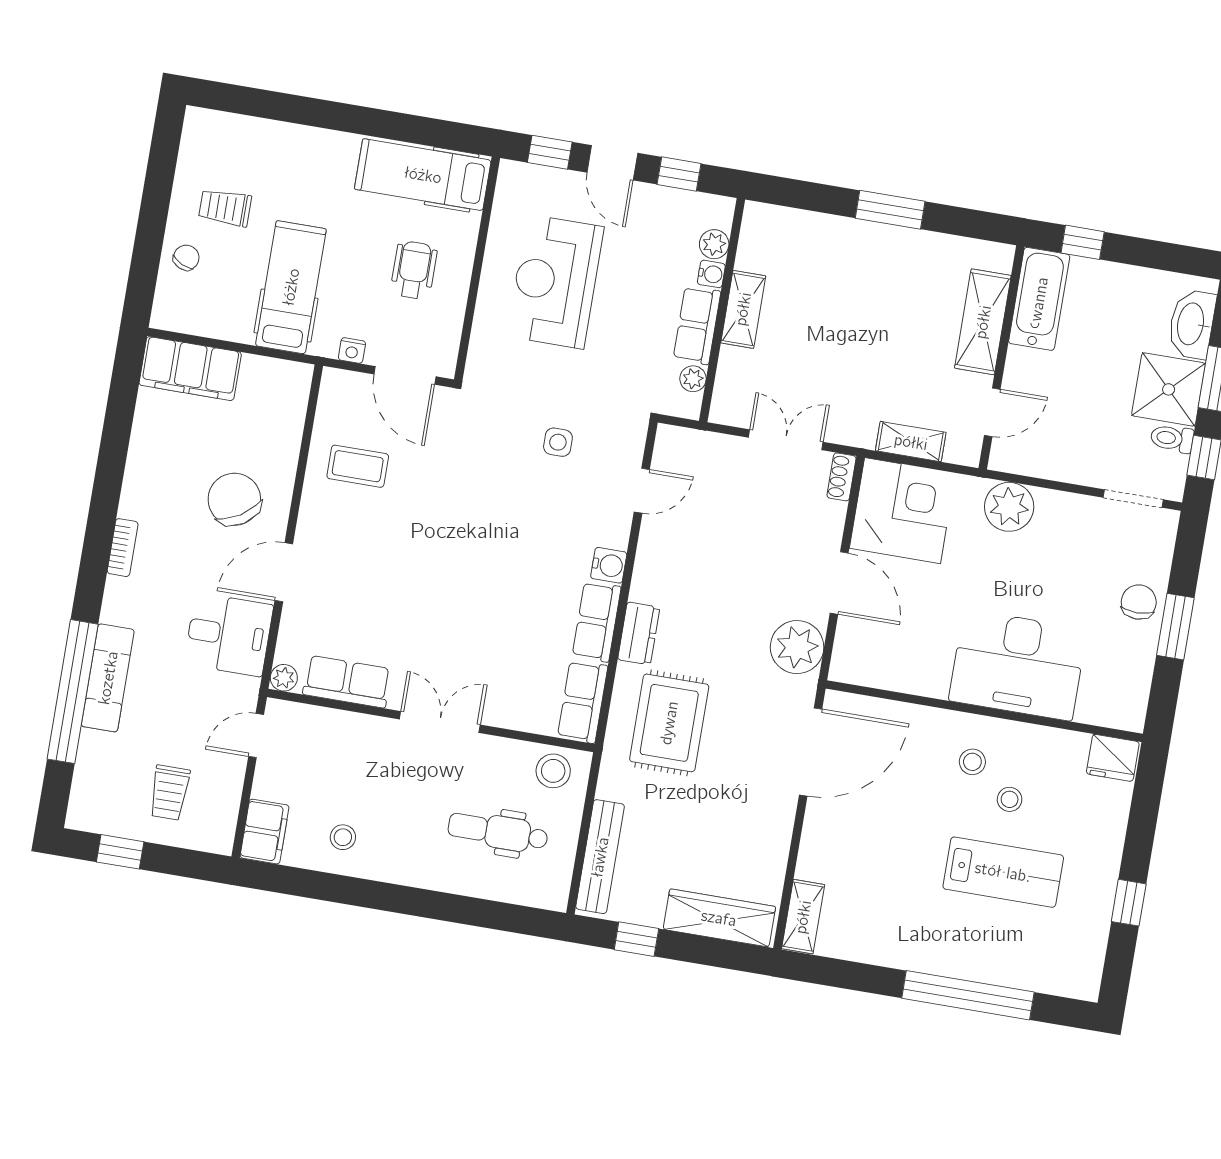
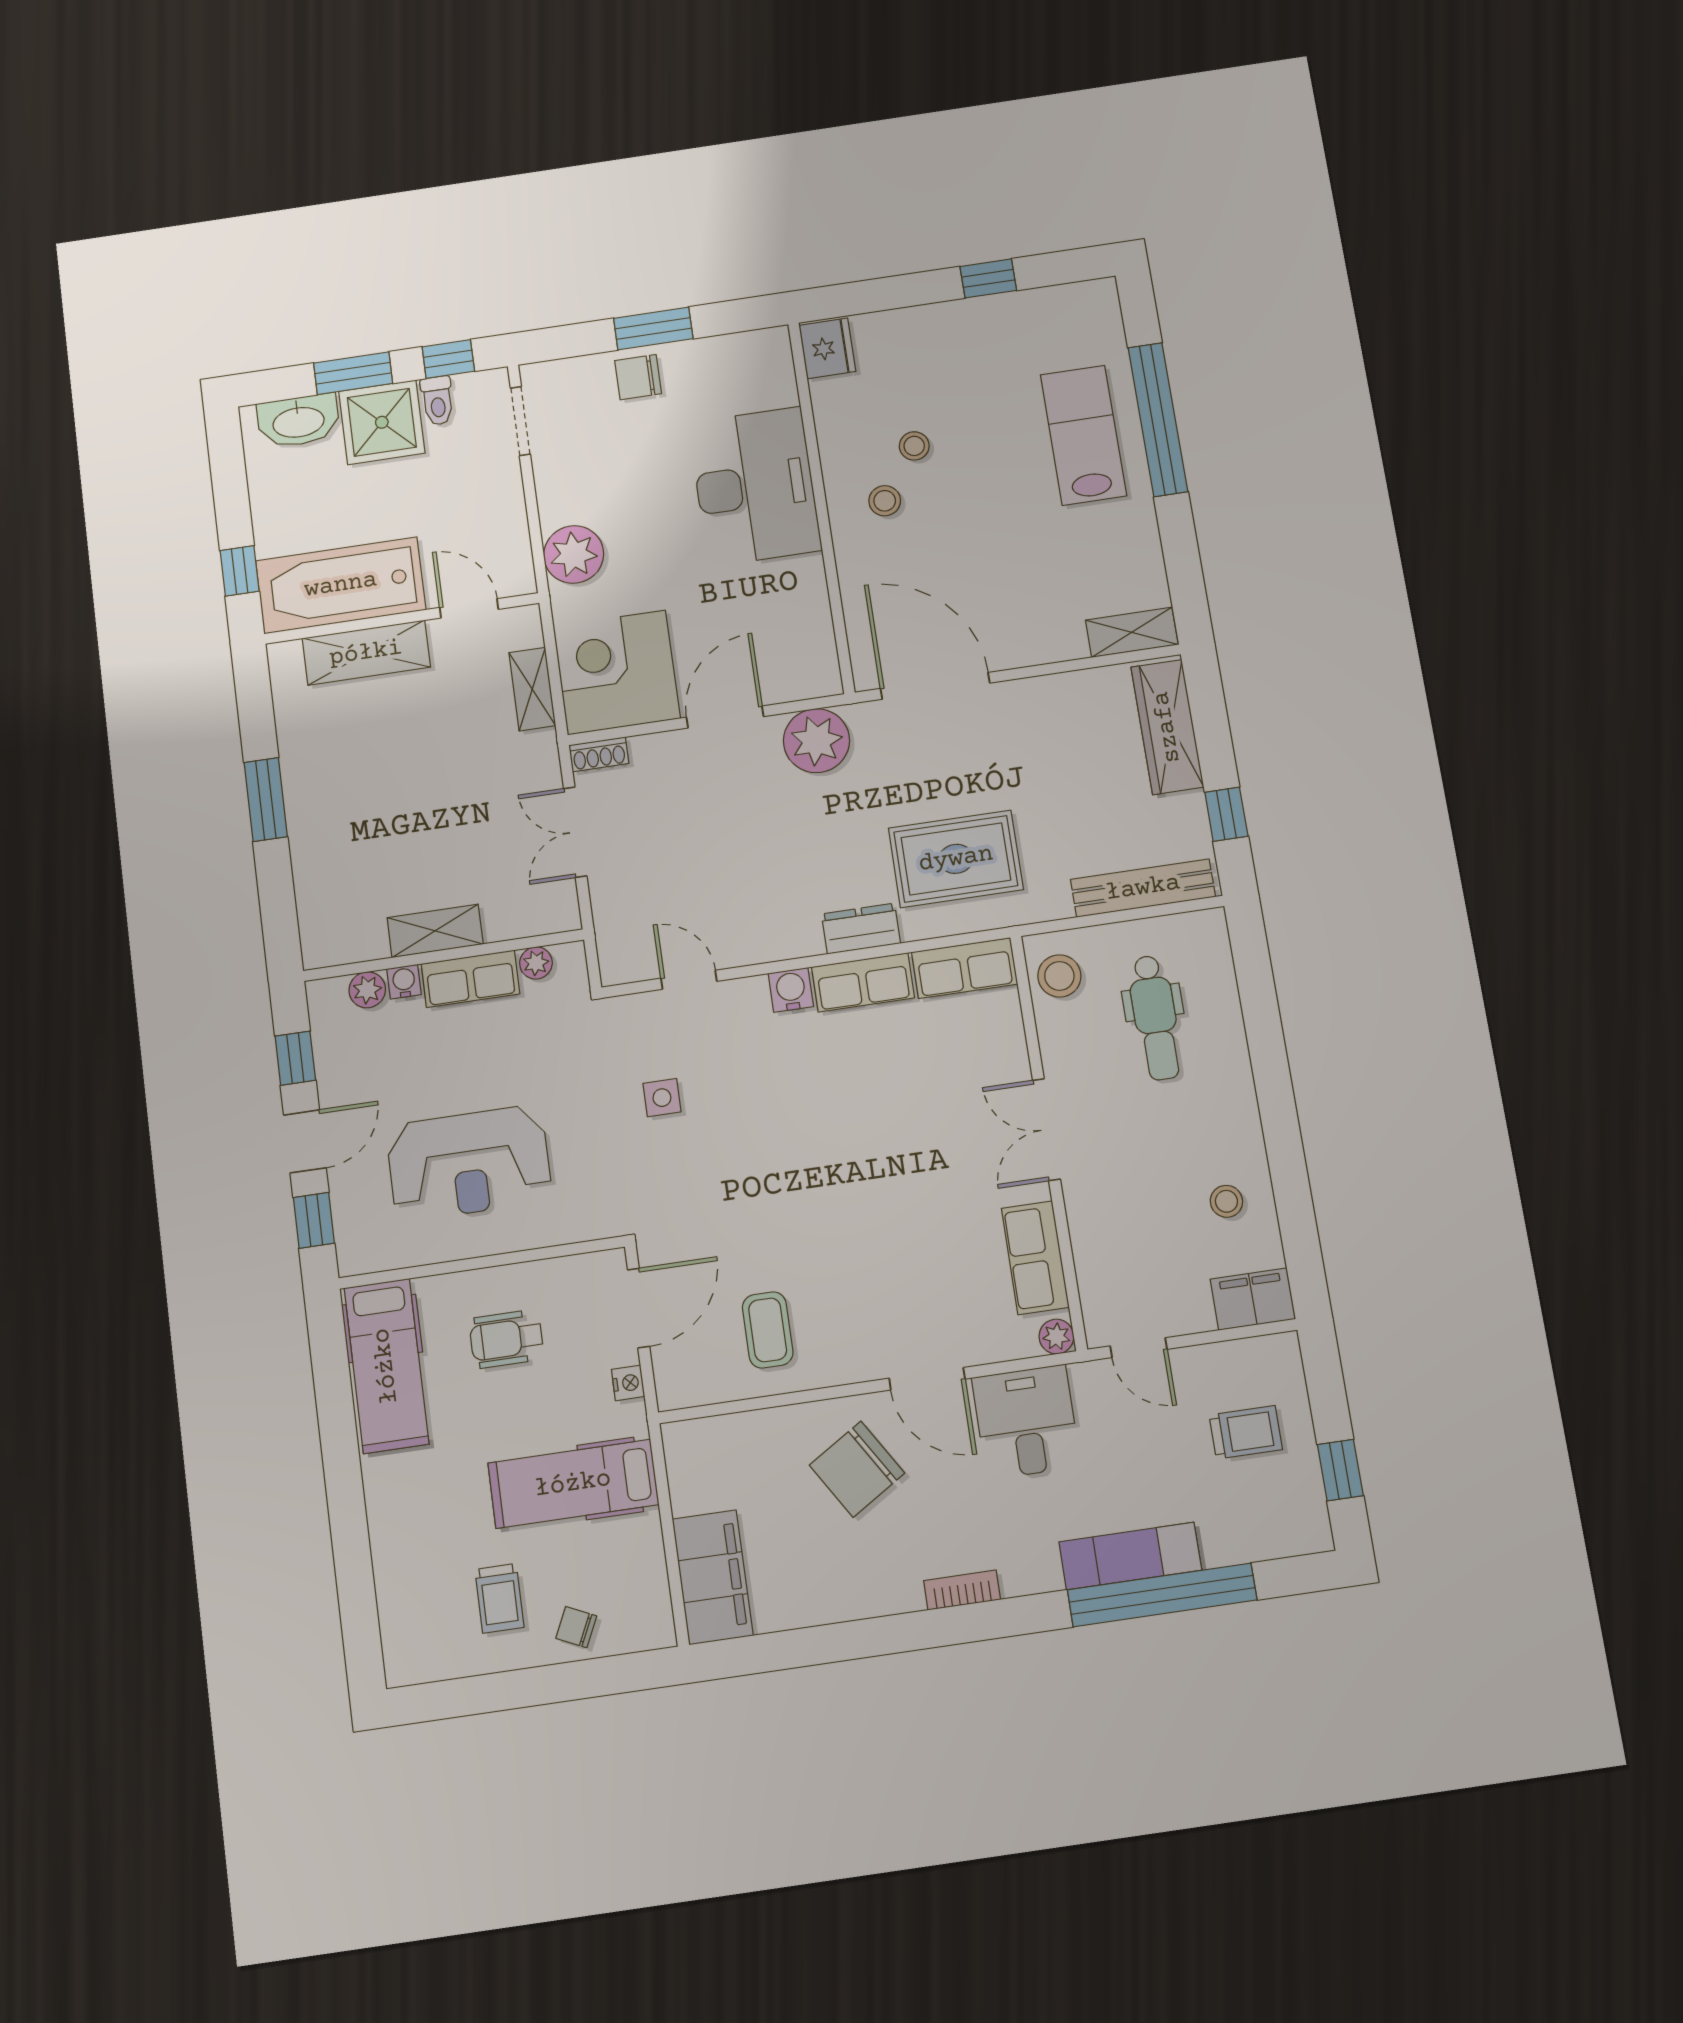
bathtub: (1039, 299) -> (341, 585), width x1.36, depth x1.36
lab bench: (1003, 872) -> (1083, 435), moved

